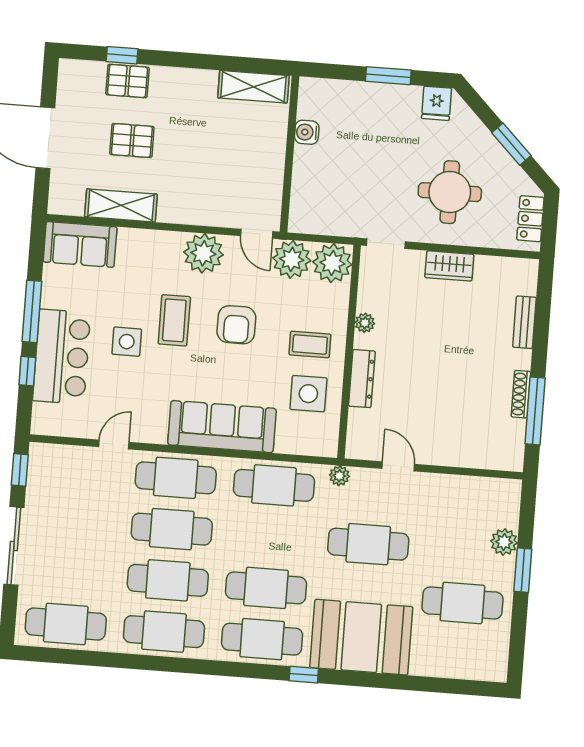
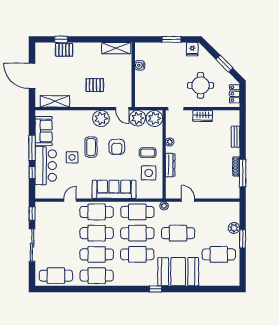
pallet: (132, 141) -> (95, 85), moved
shelving: (121, 205) -> (55, 101), moved
sofa: (80, 244) -> (44, 131), moved, turned -90
cafe table: (262, 639) -> (137, 233), moved

